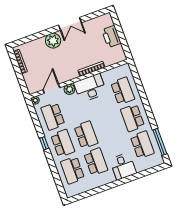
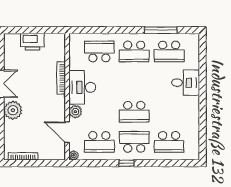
school desk: (86, 135) -> (134, 112), turned 180
window: (160, 142) -> (161, 30), moved
school desk: (142, 145) -> (169, 51), turned 180
school desk: (96, 162) -> (169, 112), removed

